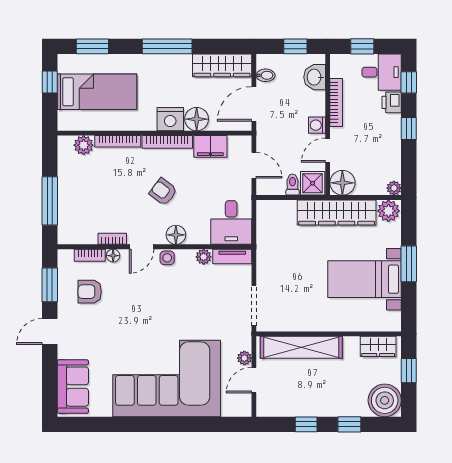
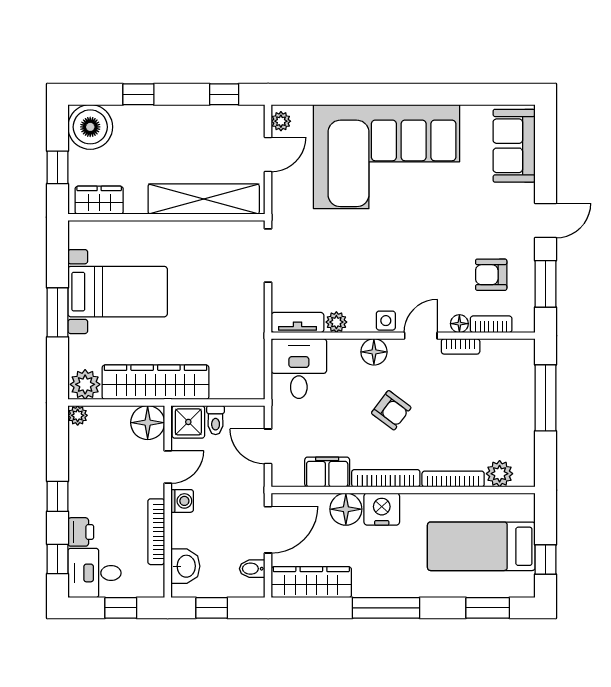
armchair: (90, 292) -> (491, 275), turned 180
plant: (244, 358) -> (281, 121), moved
window: (306, 424) -> (224, 94), moved

